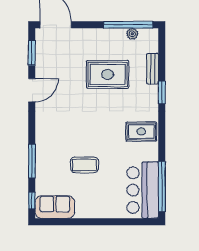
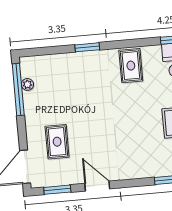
bench: (153, 69) -> (63, 59), removed
rug: (108, 74) -> (57, 142), moved, width x0.73, depth x0.70

